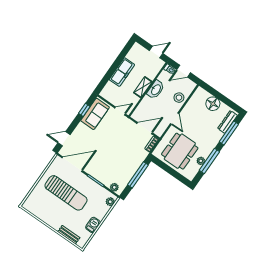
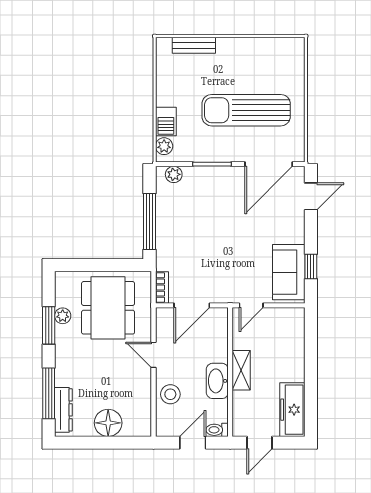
freezer: (122, 72) -> (292, 410), moved
window: (209, 161) -> (49, 325), width x0.69
barbecue: (93, 225) -> (166, 122), moved

